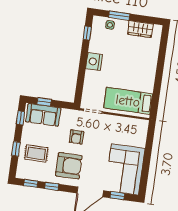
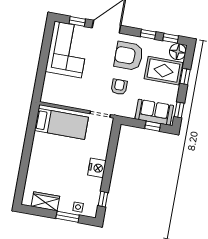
rug: (36, 153) -> (163, 71), width x1.36, depth x1.43
floor lamp: (24, 171) -> (178, 52), added

